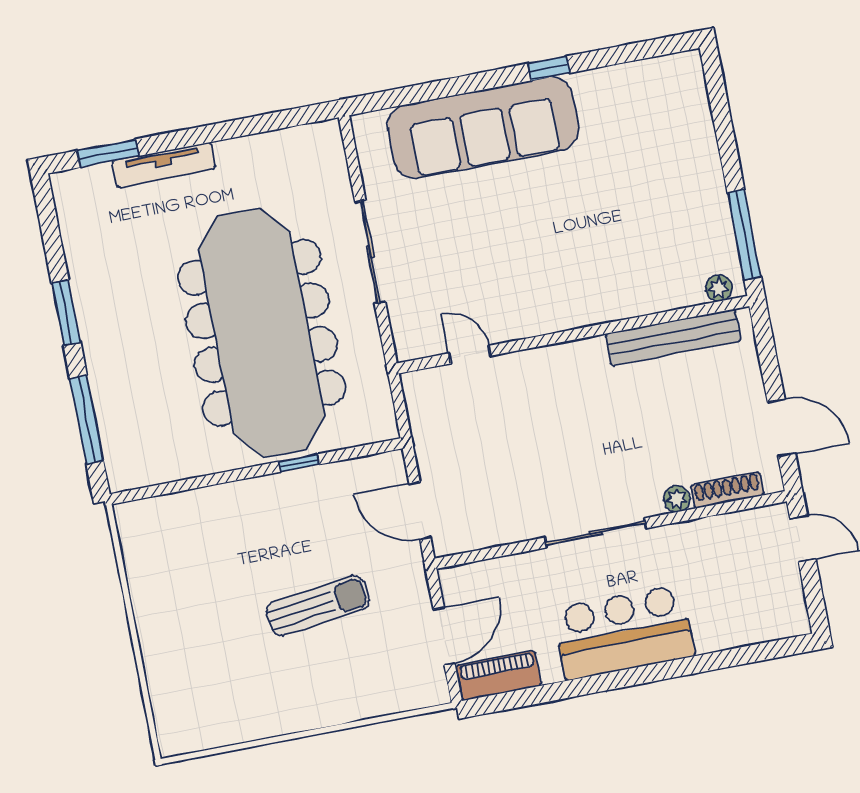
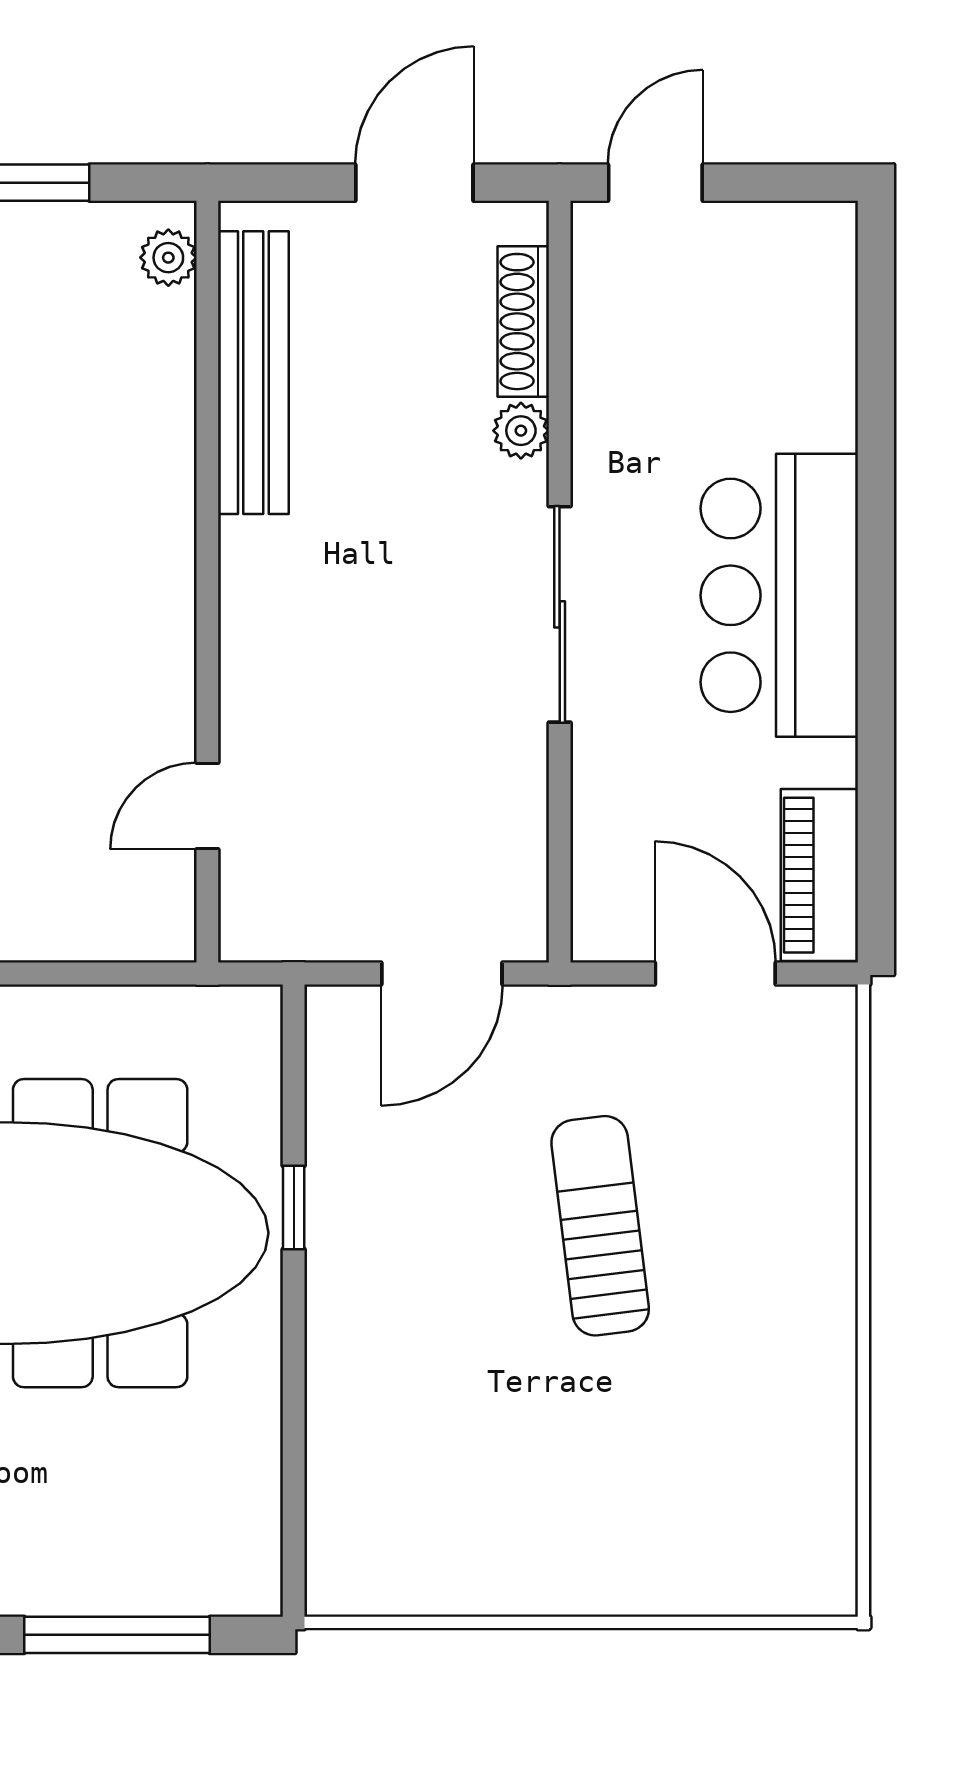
plant: (719, 288) -> (168, 258), moved
wall: (573, 335) -> (207, 582), moved
bench: (673, 337) -> (253, 373), moved
door: (470, 355) -> (207, 806), moved

